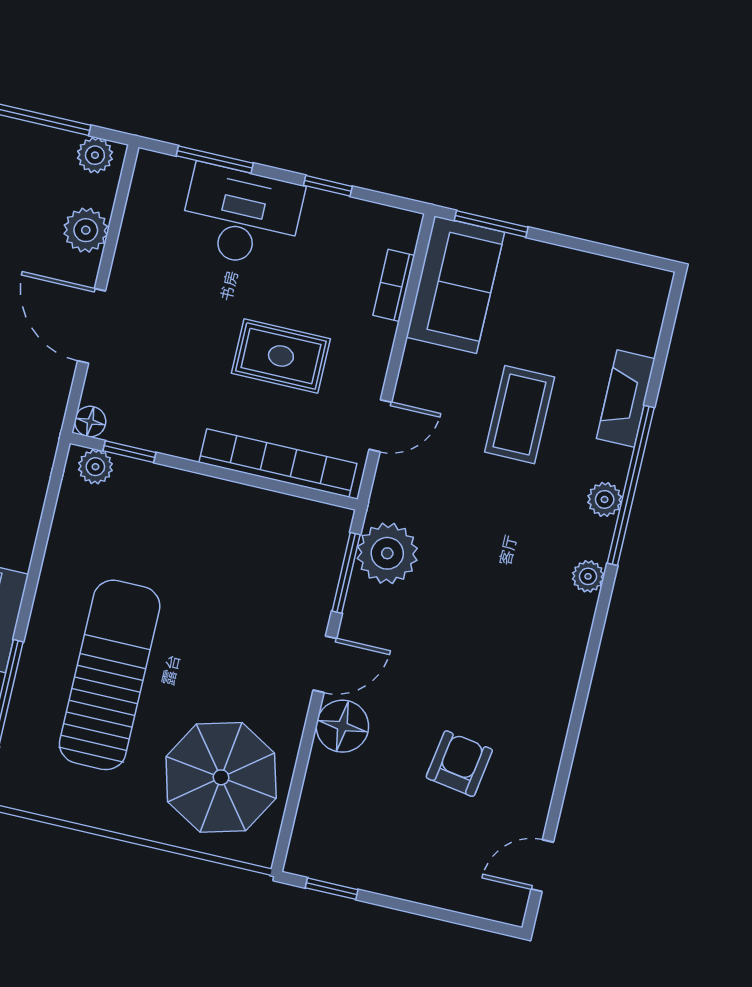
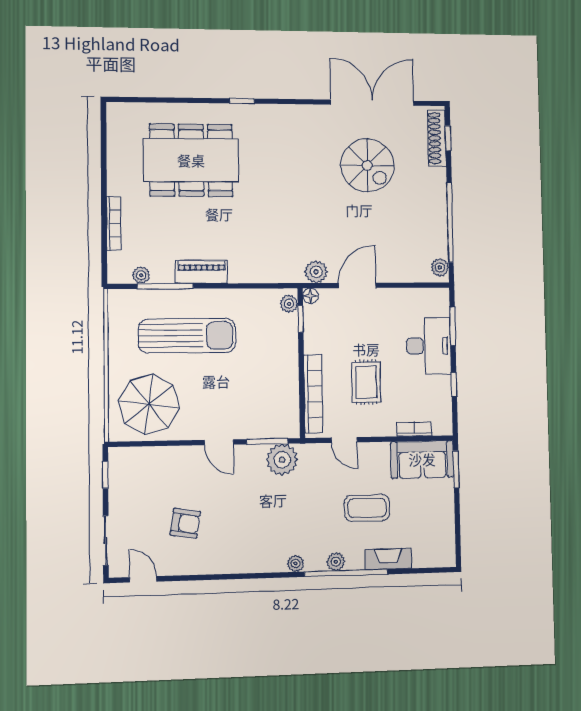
plant: (86, 230) -> (316, 272), moved
floor lamp: (342, 726) -> (190, 459), removed
sliding door: (453, 917) -> (106, 541), added

